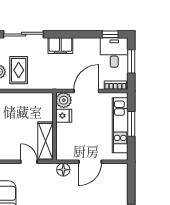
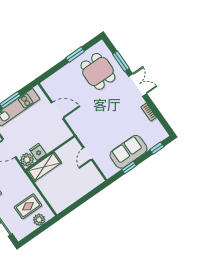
shelving: (45, 141) -> (44, 167), moved
floor lamp: (63, 170) -> (76, 125), removed

